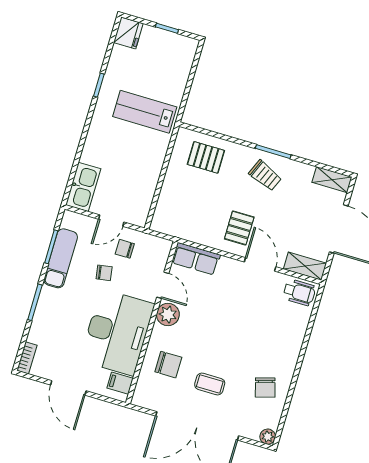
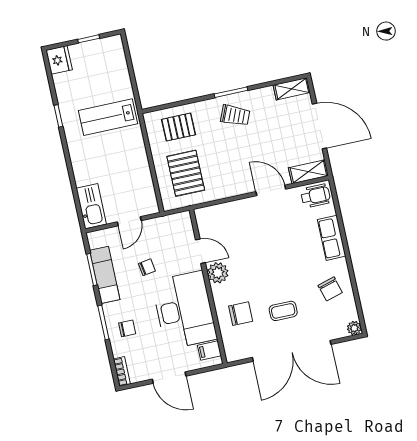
pallet: (239, 228) -> (186, 173), moved, width x1.50, depth x1.42
chair: (125, 249) -> (127, 328), moved, turned 180
row of seats: (196, 259) -> (332, 238), moved, turned 90

